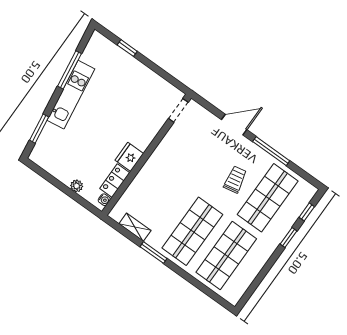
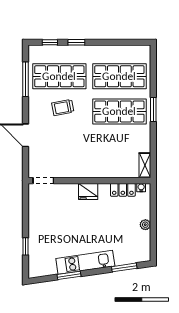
window: (69, 70) -> (69, 275), width x0.69
window: (271, 151) -> (26, 79), moved
fridge: (129, 157) -> (88, 191), moved
plant: (77, 186) -> (145, 225), moved
shelving: (135, 227) -> (145, 165), moved
window: (153, 253) -> (153, 110), moved

